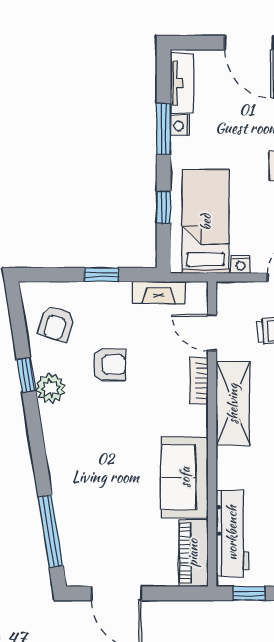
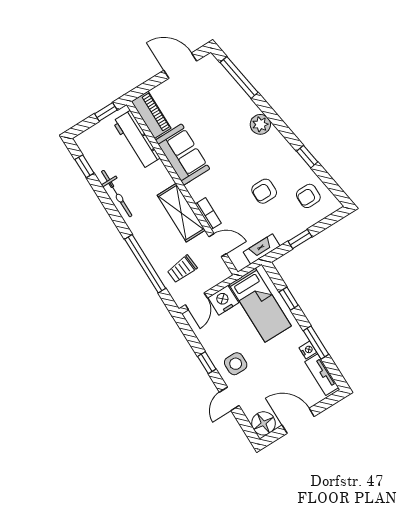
nightstand: (240, 265) -> (223, 300), width x1.89, depth x1.79
armchair: (56, 323) -> (308, 196), turned -107
plant: (50, 388) -> (260, 124), moved

